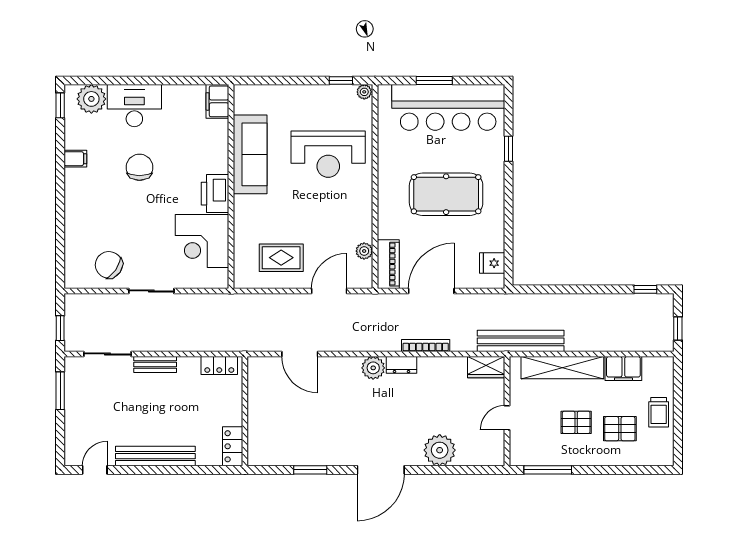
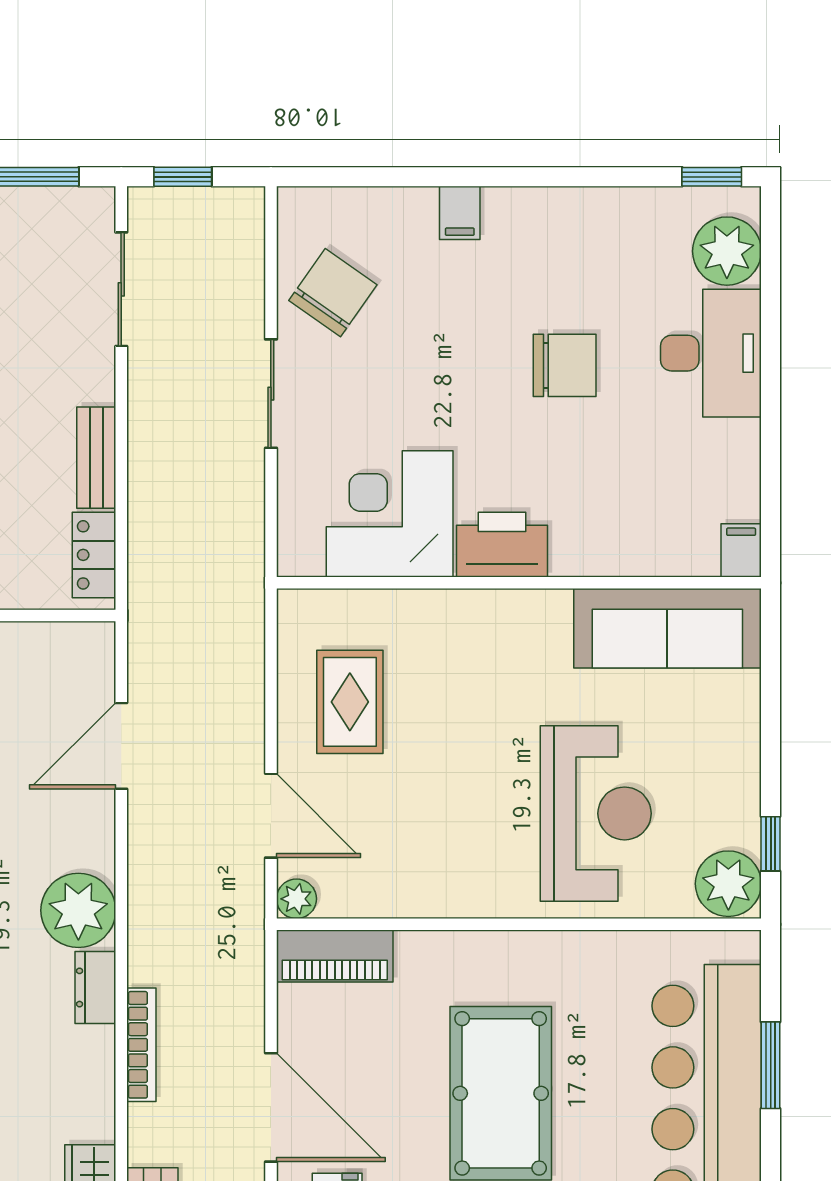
plant: (364, 92) -> (728, 884), width x1.88, depth x1.88
filing cabinet: (217, 101) -> (741, 550), width x0.50
sofa: (250, 154) -> (667, 628), moved
reception desk: (328, 154) -> (596, 813), turned 180
filing cabinet: (75, 159) -> (460, 213), moved
plant: (364, 251) -> (296, 899), moved
door: (431, 291) -> (271, 1107), moved
bench: (155, 365) -> (96, 458), moved
plant: (373, 368) -> (78, 910), width x1.36, depth x1.36

